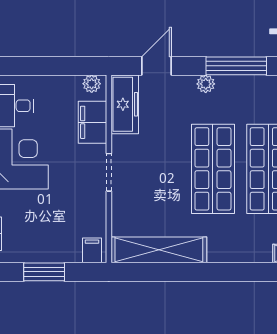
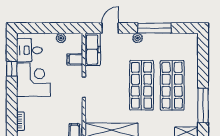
plant: (92, 84) -> (61, 38), moved
filing cabinet: (93, 122) -> (75, 59), width x0.50

